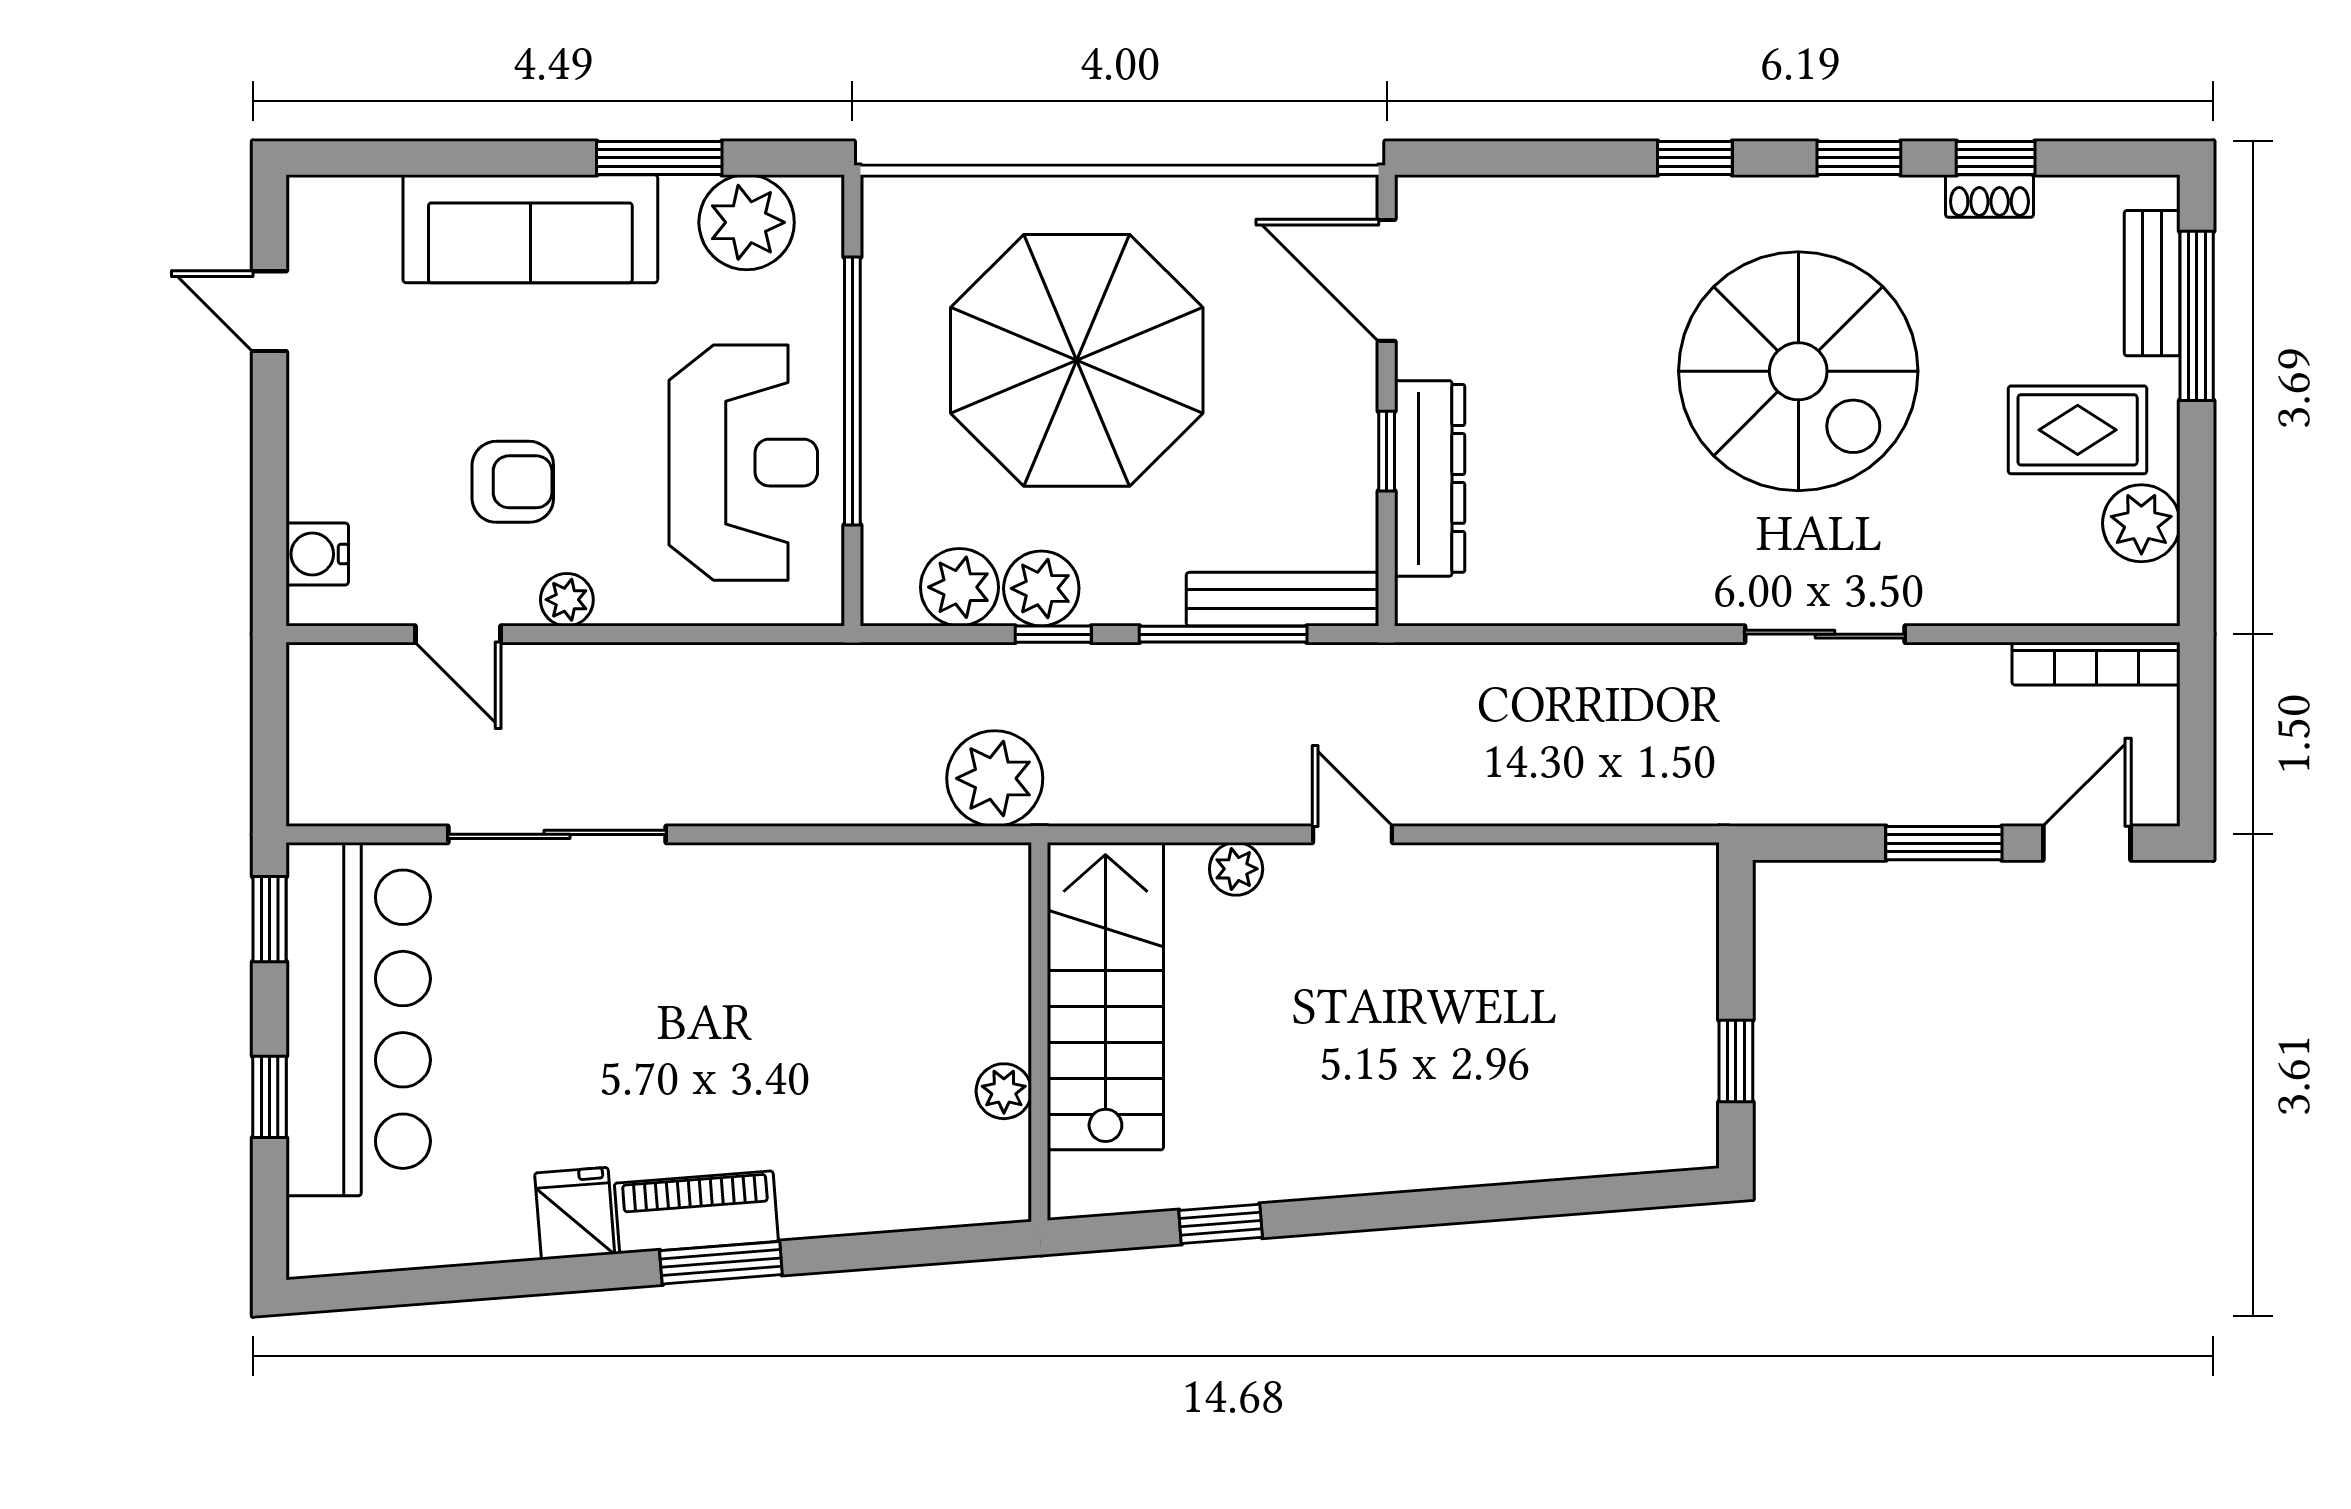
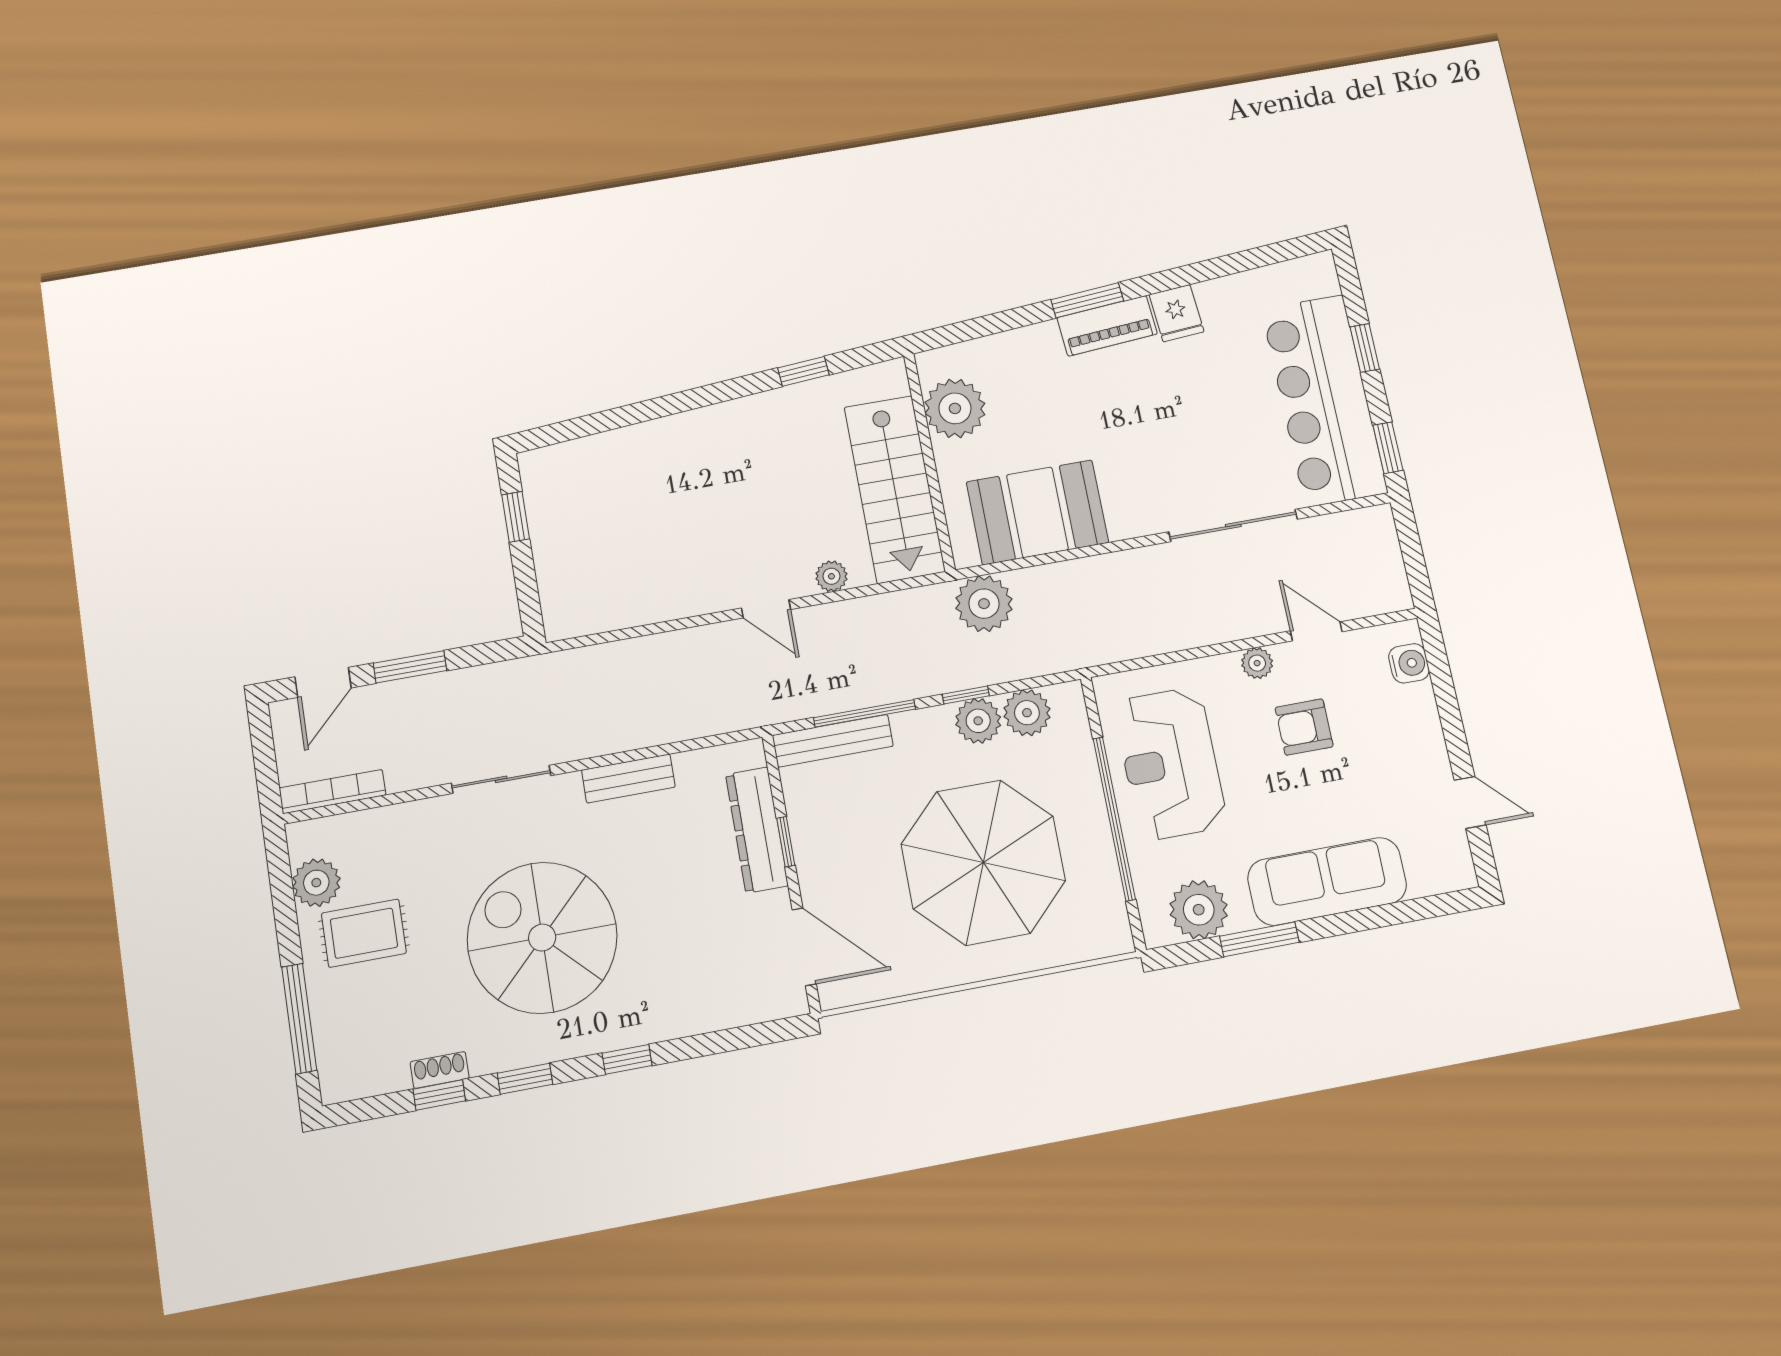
bench: (2152, 283) -> (628, 778), moved, turned 90
booth: (877, 915) -> (1037, 512), added
plant: (1004, 1091) -> (955, 408), width x1.88, depth x1.88

